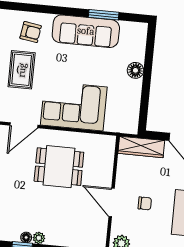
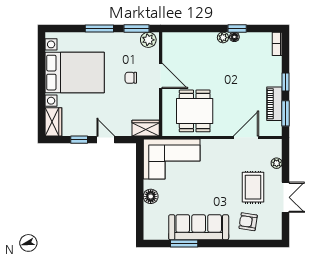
corner sofa: (74, 106) -> (172, 159), moved
wardrobe: (141, 147) -> (146, 128), width x0.67
dining table: (59, 167) -> (195, 111), moved, turned 90

